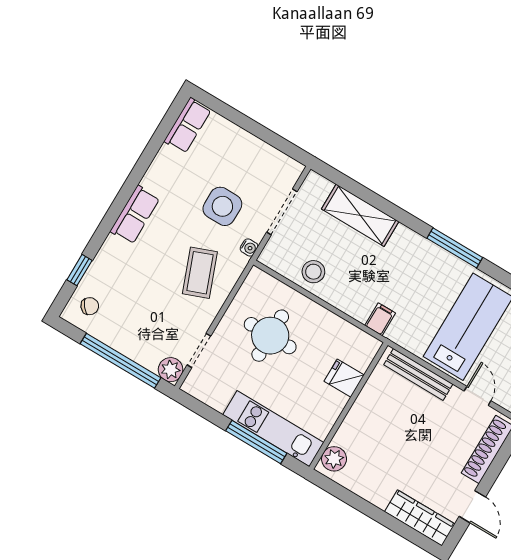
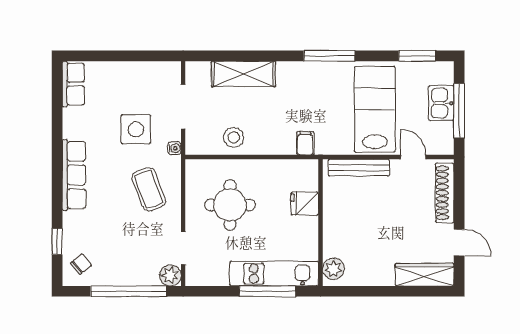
row of seats: (135, 215) -> (74, 175), width x1.48

